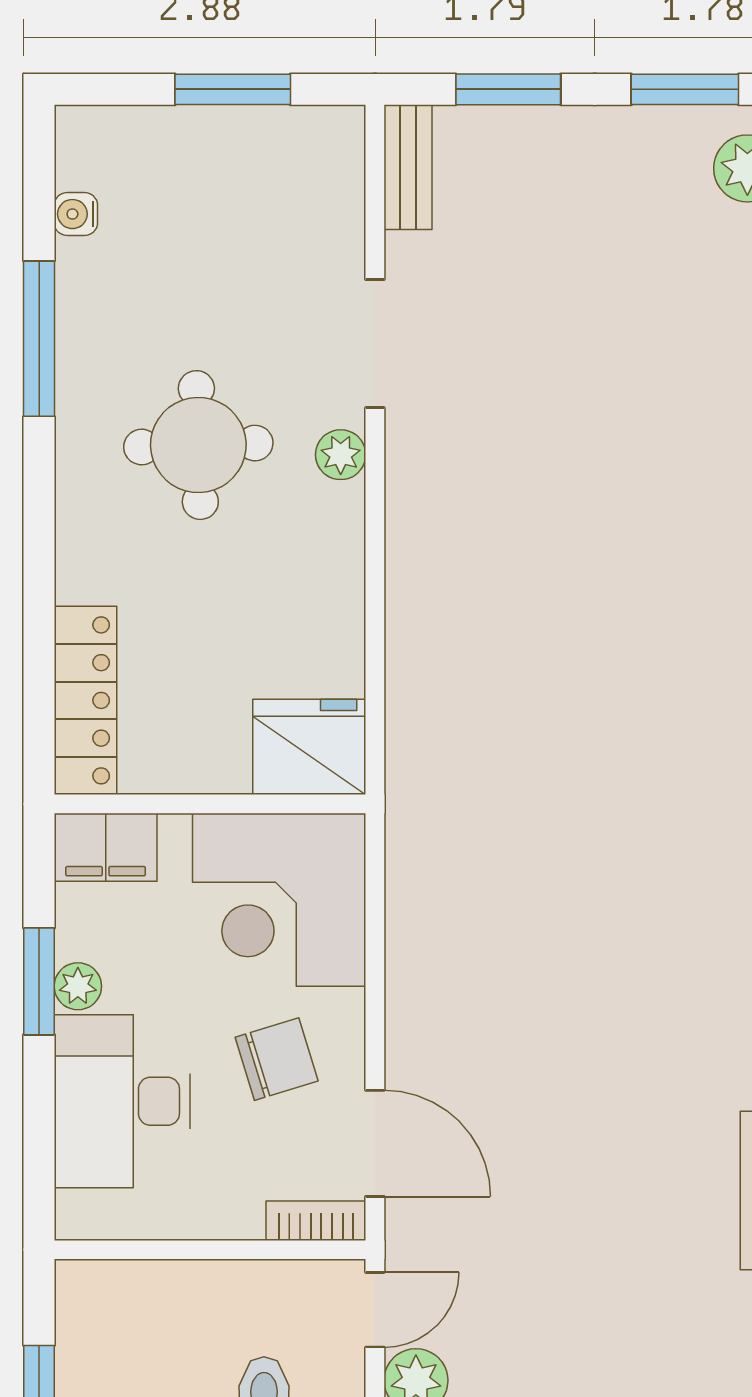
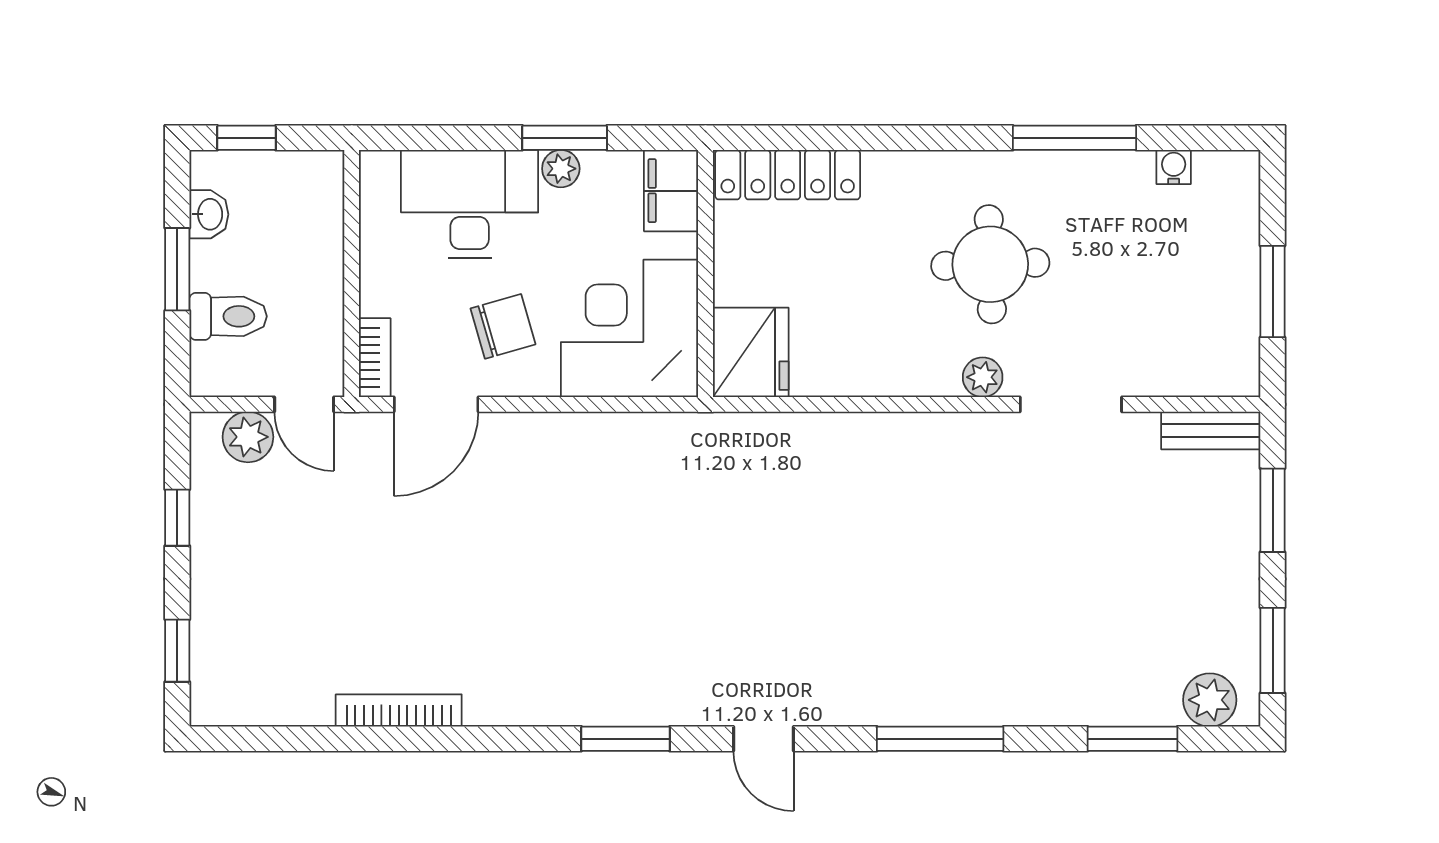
chair: (277, 1059) -> (503, 326), turned -89

